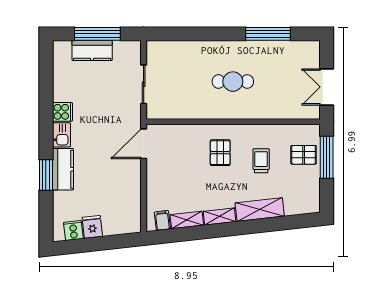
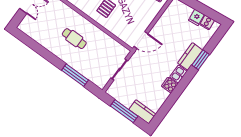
window: (268, 34) -> (75, 75), moved
kitchen counter: (92, 51) -> (142, 112), moved

